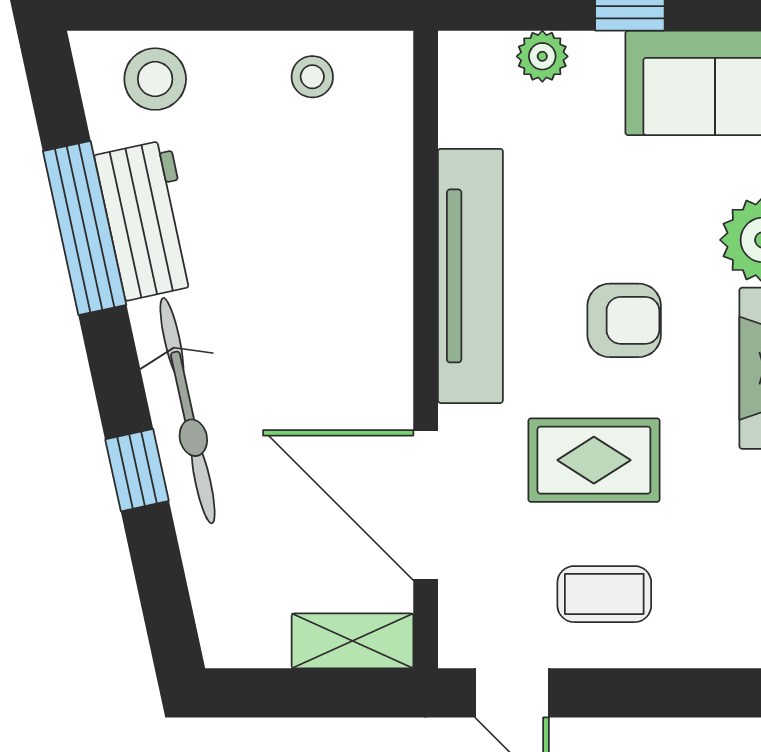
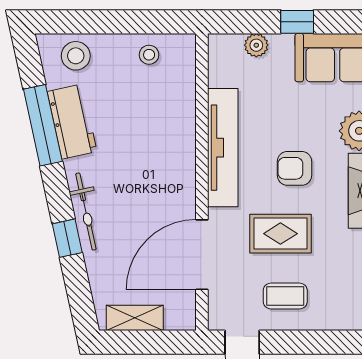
armchair: (624, 320) -> (294, 168), turned 180
bicycle: (188, 411) -> (86, 212), width x0.73, depth x0.71
door: (426, 505) -> (202, 255), hinge flipped
shelving: (352, 641) -> (135, 318), moved

